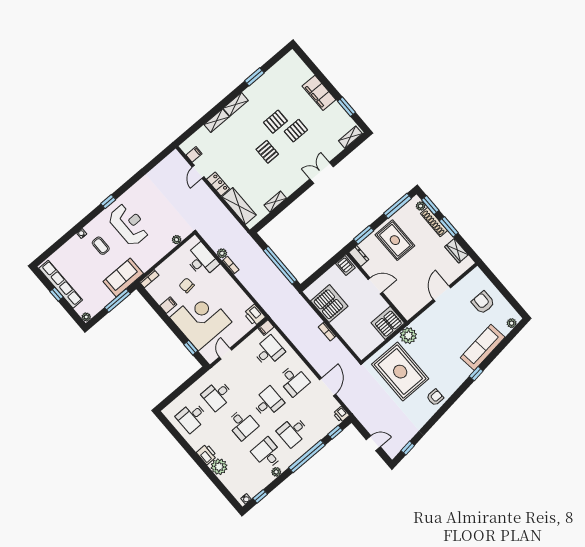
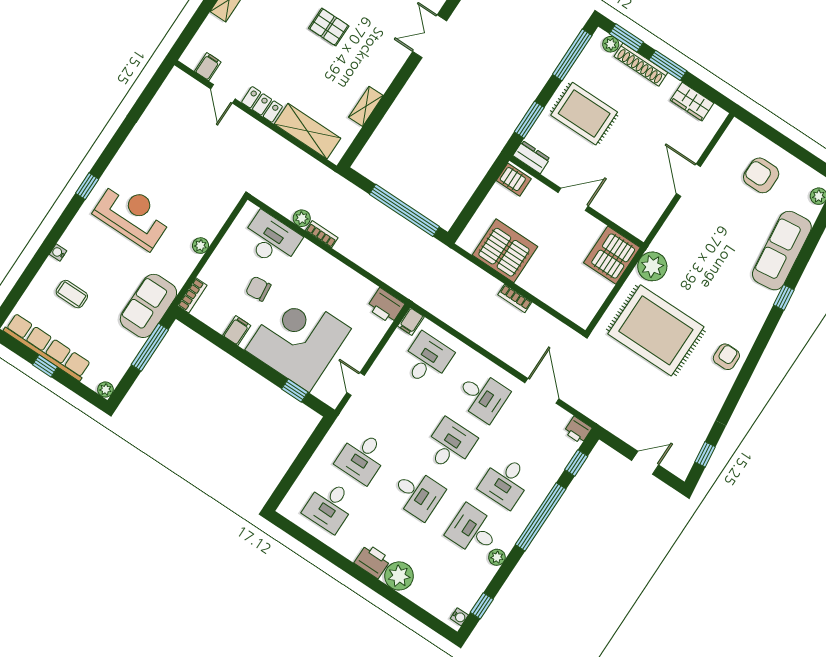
plant: (177, 240) -> (200, 246), moved
coffee table: (101, 246) -> (72, 294), moved

